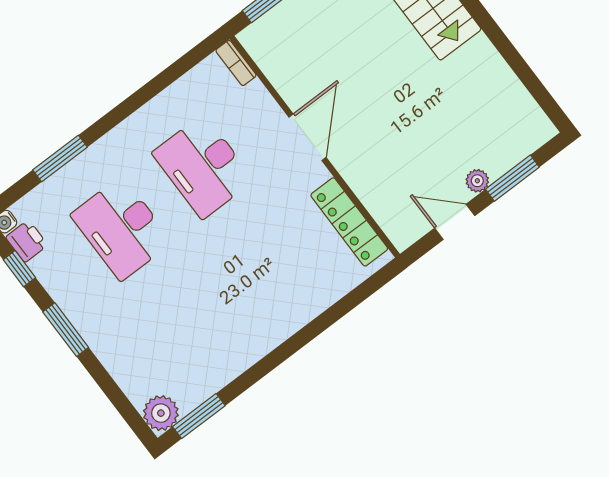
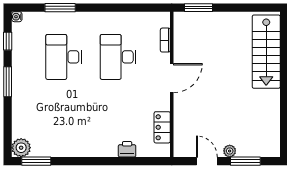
bookcase: (236, 63) -> (165, 40), moved
locker: (349, 222) -> (162, 127), width x0.66
printer: (27, 241) -> (127, 149), moved, turned -90

